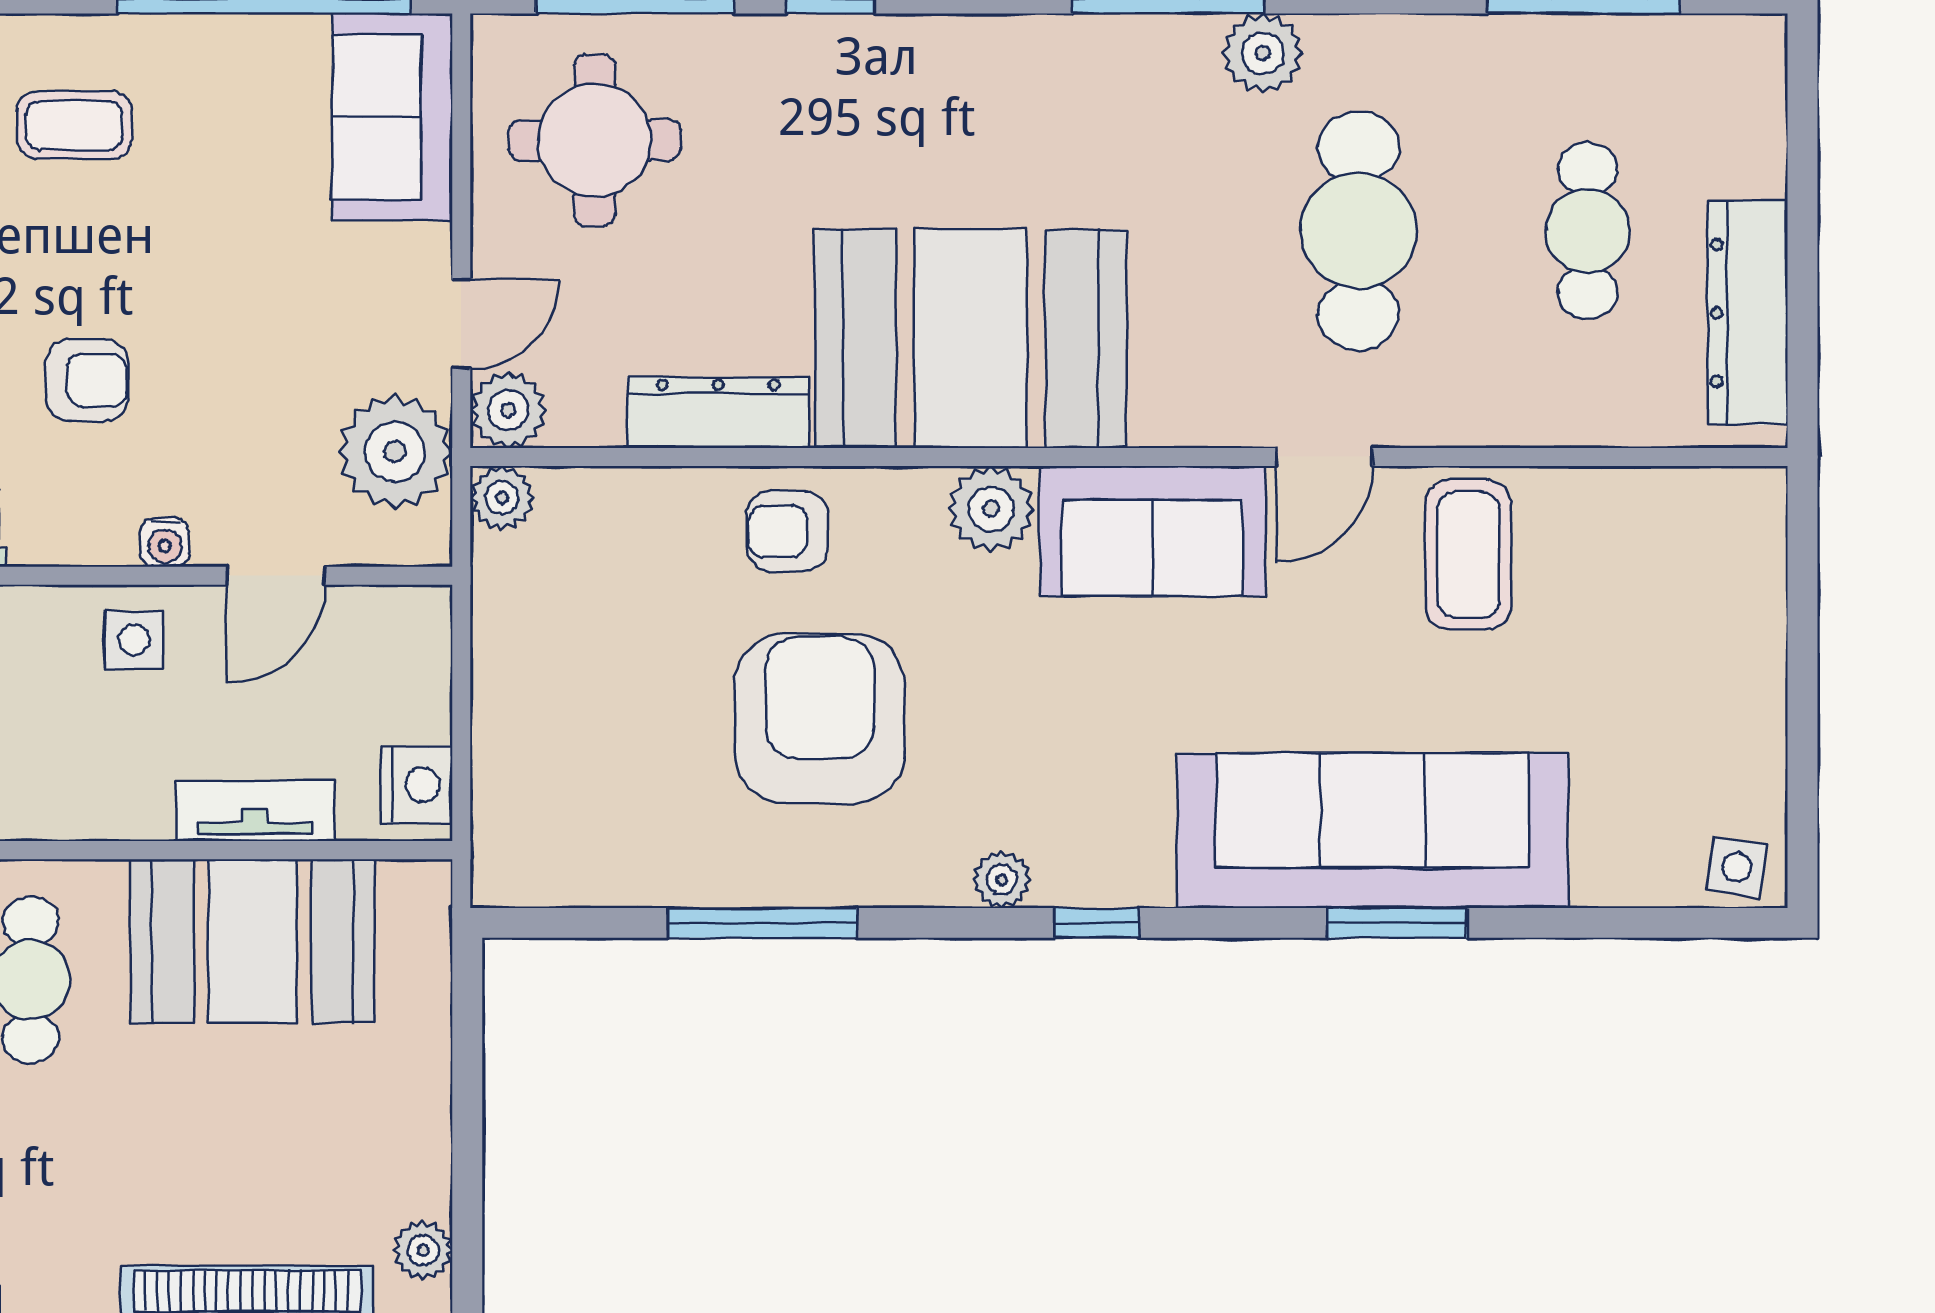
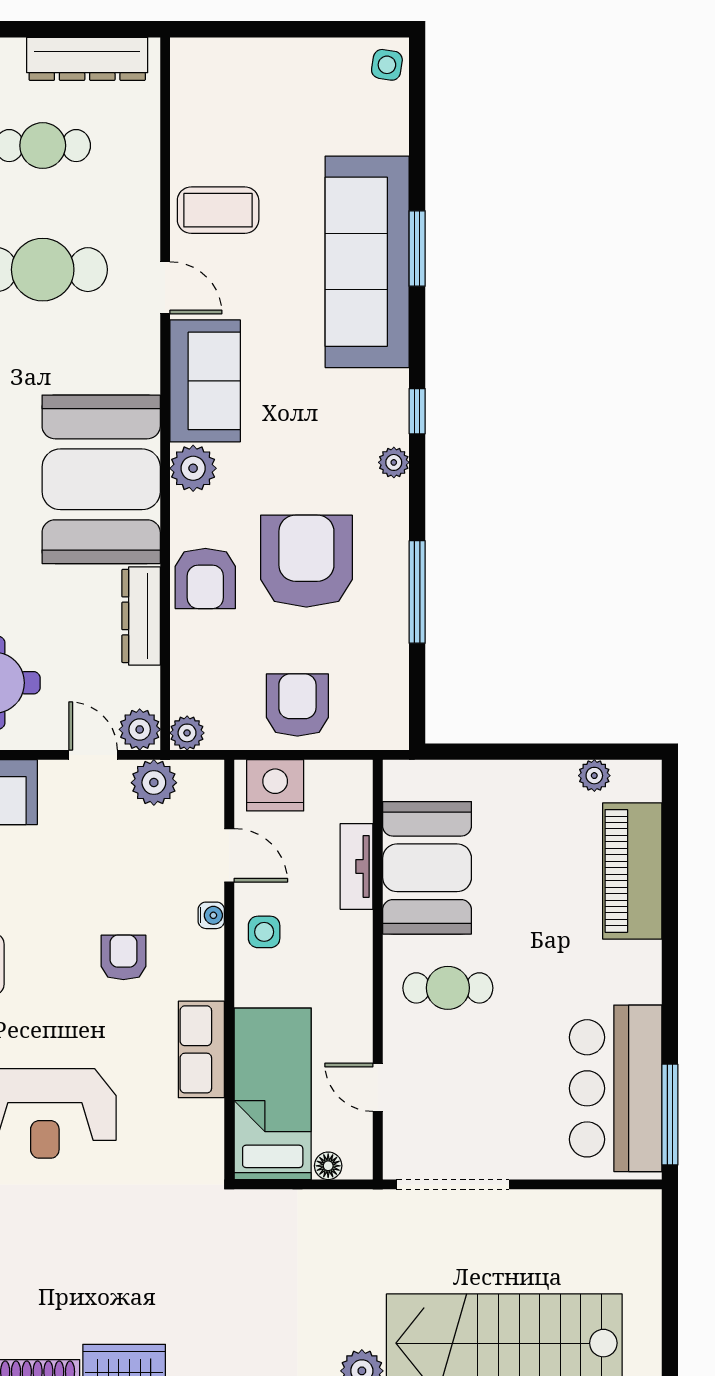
plant: (395, 452) -> (154, 783), width x0.73, depth x0.73
armchair: (787, 531) -> (205, 578), width x1.38, depth x1.38
armchair: (554, 702) -> (297, 705), added
armchair: (820, 718) -> (306, 561), turned 90
nightstand: (417, 785) -> (275, 785), moved, width x1.36, depth x1.33

